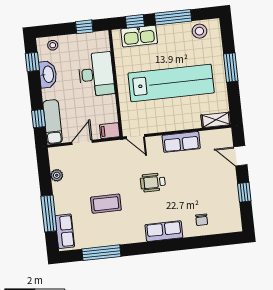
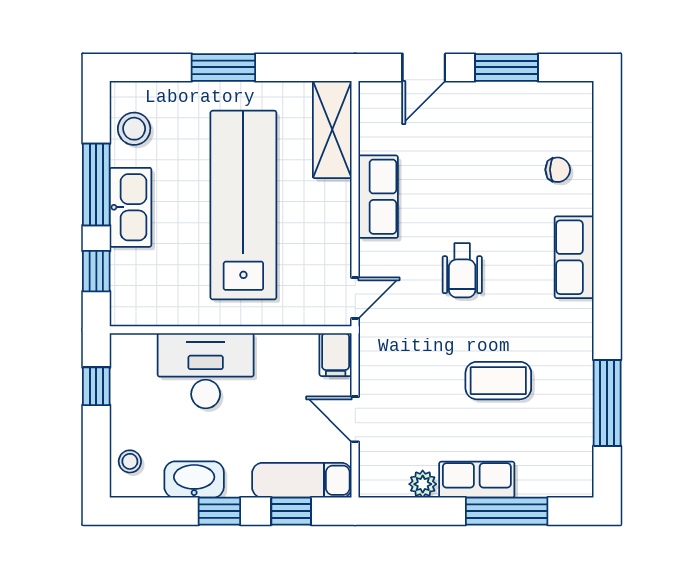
kitchen sink: (139, 36) -> (131, 207), moved
window: (32, 62) -> (219, 511), moved
shelving: (216, 120) -> (332, 130), width x1.50, depth x1.33
window: (244, 192) -> (507, 67), width x1.50
coffee table: (106, 204) -> (498, 381), turned 90
row of seats: (65, 231) -> (477, 480), moved

